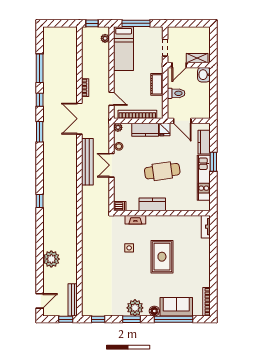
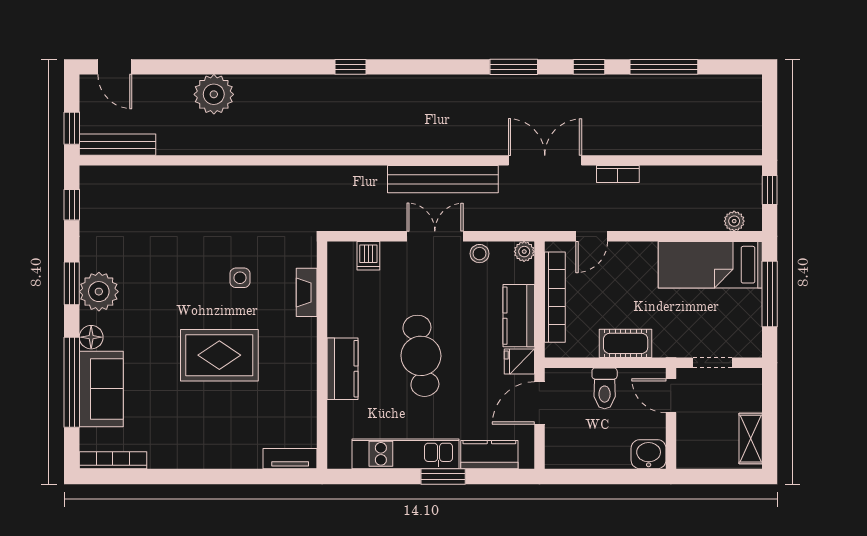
shelving: (197, 58) -> (751, 439), moved
kitchen counter: (152, 204) -> (343, 369), moved
dishwasher: (120, 206) -> (368, 256), moved

